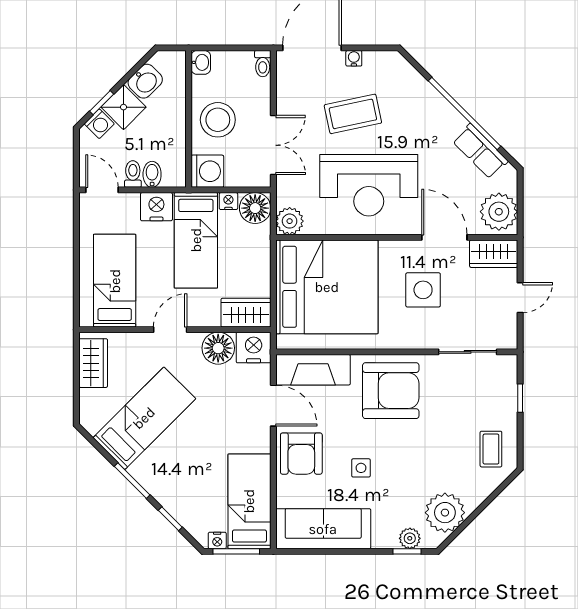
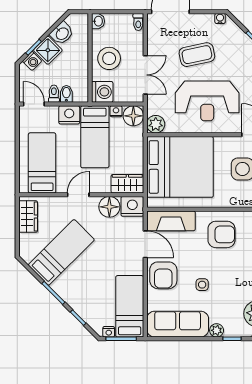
water cooler: (354, 58) -> (220, 18), moved
armchair: (391, 391) -> (221, 234), width x0.73, depth x0.73
plant: (410, 538) -> (217, 330), moved

